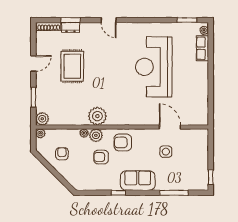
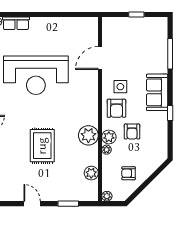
rug: (72, 66) -> (42, 146), moved, turned 90
plant: (42, 119) -> (91, 173), moved
side table: (166, 152) -> (120, 87), moved
window: (211, 177) -> (136, 15), moved

